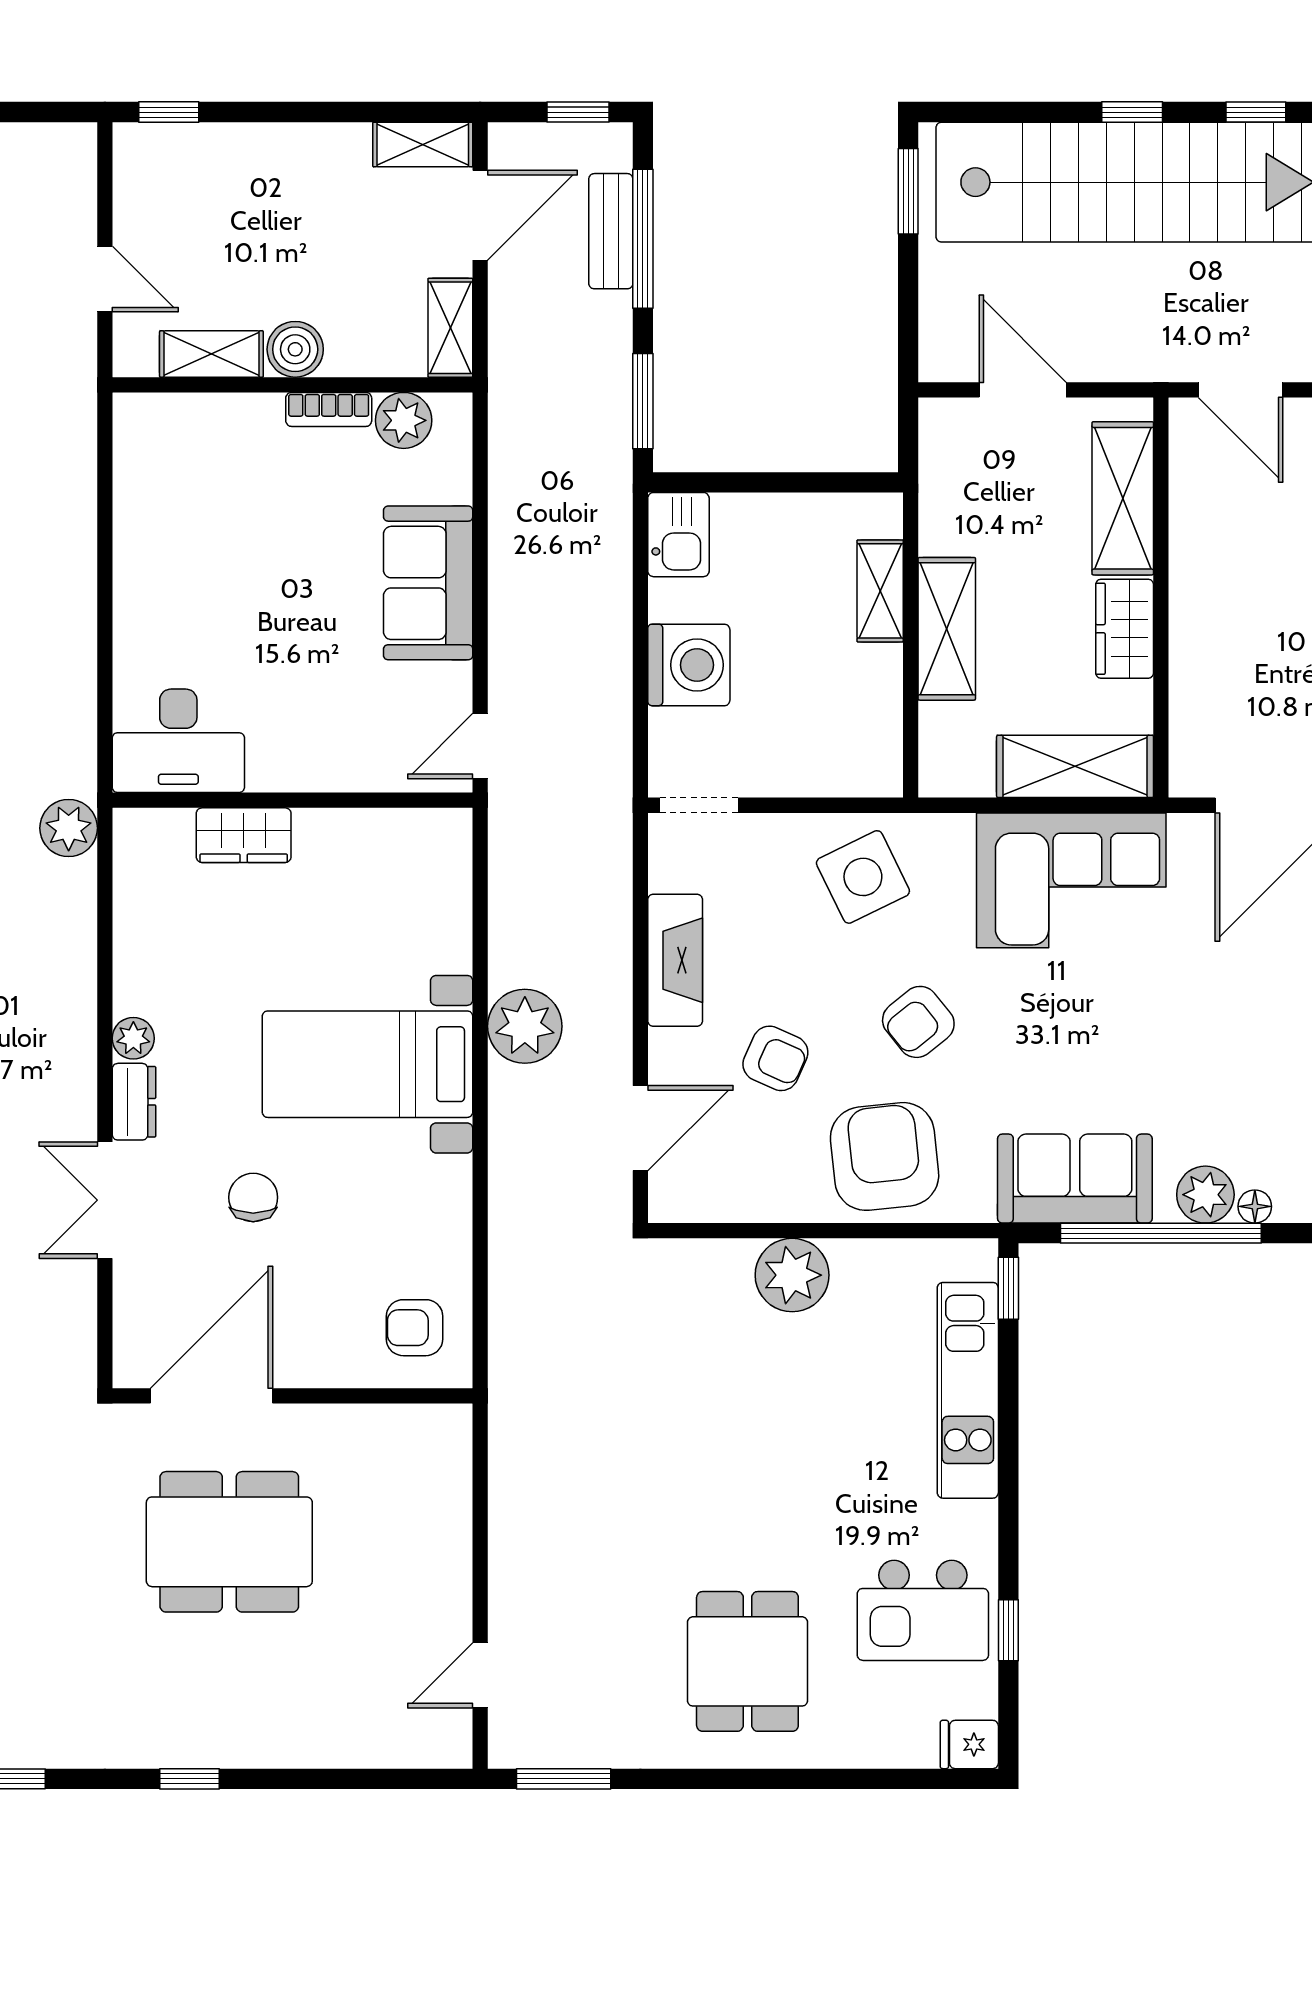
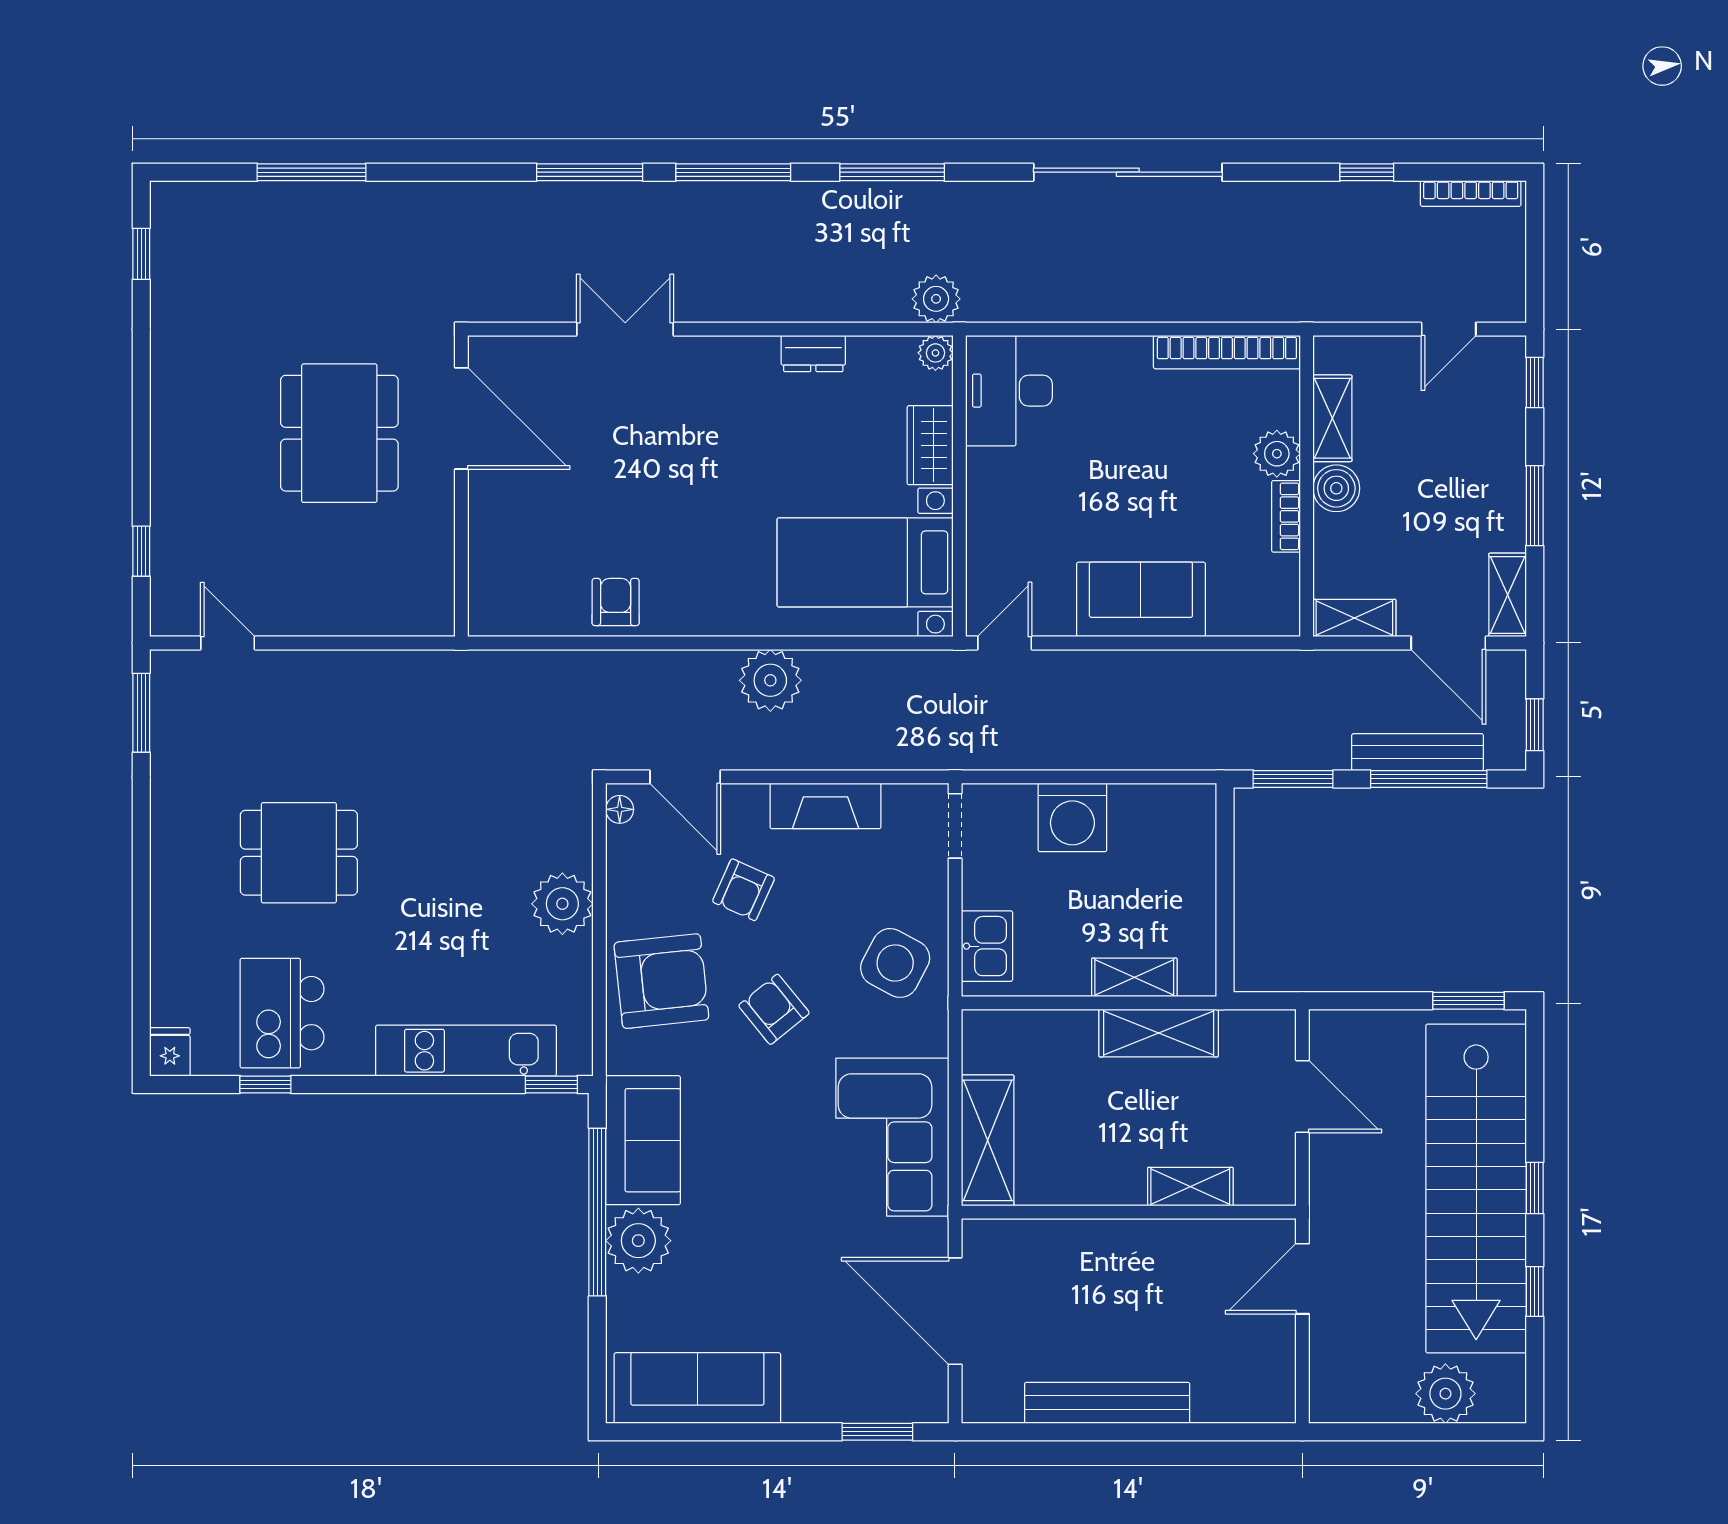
window: (316, 112) -> (1535, 506), added
bench: (611, 231) -> (1417, 752), width x1.36
door: (105, 279) -> (1449, 329), moved
door: (1023, 390) -> (1302, 1097), hinge flipped
plant: (404, 420) -> (1277, 454), moved
bookcase: (132, 480) -> (1227, 352), added
shelving: (1123, 498) -> (1190, 1187), width x0.67, depth x0.75
kitchen sink: (678, 535) -> (987, 946), moved, turned -90
shelving: (947, 629) -> (1159, 1033), moved
wardrobe: (1125, 629) -> (1103, 1182), removed
door: (480, 746) -> (1005, 643), hinge flipped
side table: (863, 877) -> (895, 963), turned -36
plant: (133, 1038) -> (935, 353), moved
bed with nightstands: (367, 1064) -> (865, 562), moved, turned -90
dresser: (134, 1102) -> (813, 353), moved
plant: (1205, 1195) -> (638, 1241), width x1.36, depth x1.36
chair: (253, 1197) -> (627, 453), removed
floor lamp: (1255, 1206) -> (620, 809), moved
armchair: (415, 1328) -> (616, 602), moved
dining table: (747, 1661) -> (299, 853), moved
window: (190, 1779) -> (141, 551), moved

